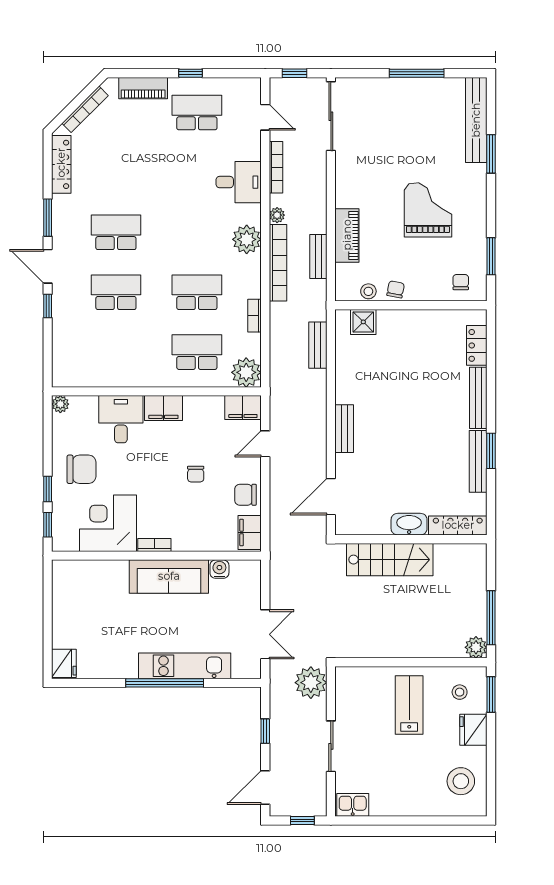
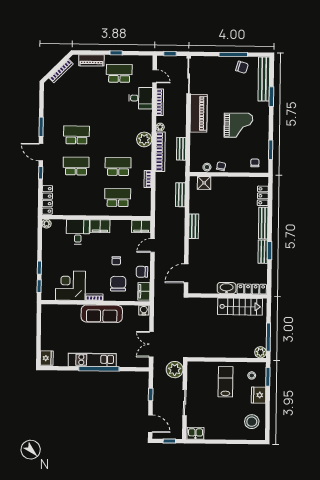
chair: (434, 98) -> (242, 67), added
locker: (61, 164) -> (47, 200), moved
desk: (239, 182) -> (141, 98), moved
grand piano: (428, 210) -> (238, 125), turned 90
piano: (347, 235) -> (199, 113), moved, width x1.37, depth x1.33
plant: (246, 372) -> (143, 208), removed
bench: (344, 429) -> (194, 226), moved
bench: (478, 461) -> (263, 252), width x0.73
chair: (81, 469) -> (118, 284), moved, turned -90
stairs: (390, 560) -> (240, 307), moved
water cooler: (219, 569) -> (144, 310), moved
double door: (265, 634) -> (151, 344), swing flipped
kitchen unit: (185, 666) -> (92, 360), moved
door: (265, 787) -> (150, 424), swing flipped

